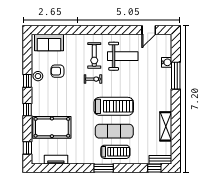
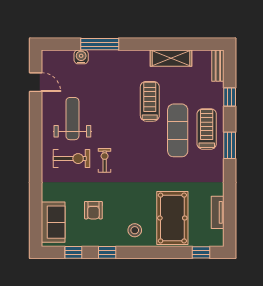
stool: (38, 76) -> (135, 230), moved
treadmill: (114, 106) -> (150, 101), moved, width x0.73, depth x0.73
window: (27, 110) -> (73, 252), moved
window: (154, 168) -> (230, 97), moved

